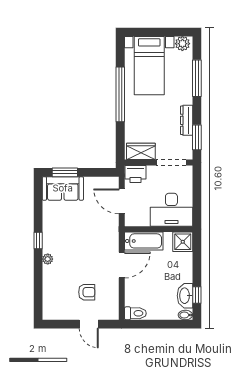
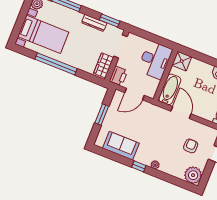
window: (65, 172) -> (102, 114), moved
sofa: (63, 188) -> (121, 146), moved, turned -90
plant: (53, 309) -> (193, 175), added

